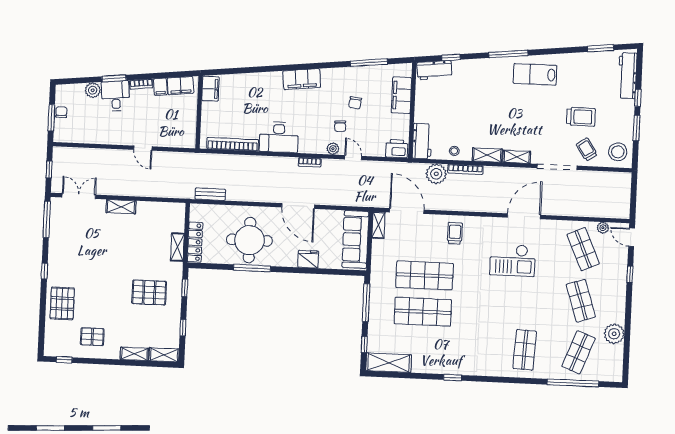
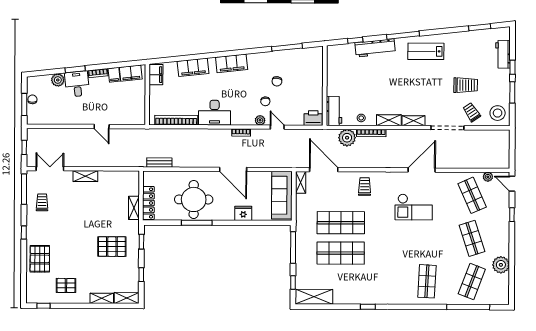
workbench: (434, 70) -> (375, 48), moved, width x1.38
workbench: (627, 76) -> (503, 54), width x0.73
filing cabinet: (401, 95) -> (193, 67), moved, turned -96
trolley: (68, 236) -> (42, 202), added

